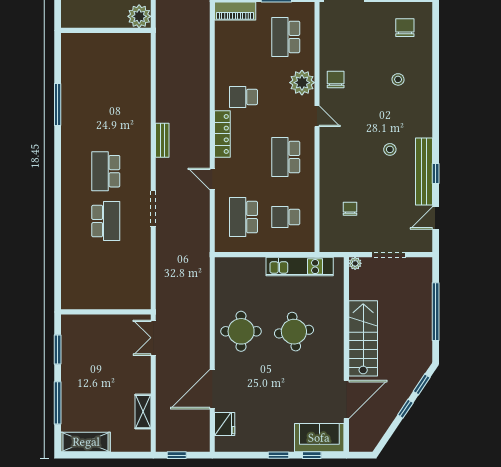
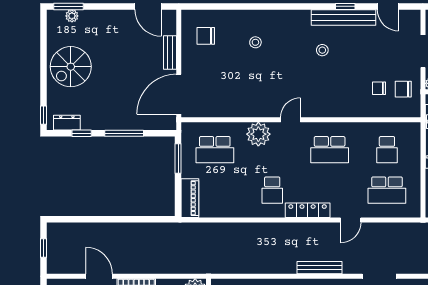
chair: (336, 79) -> (403, 89), moved
bench: (162, 140) -> (319, 268), width x1.36

